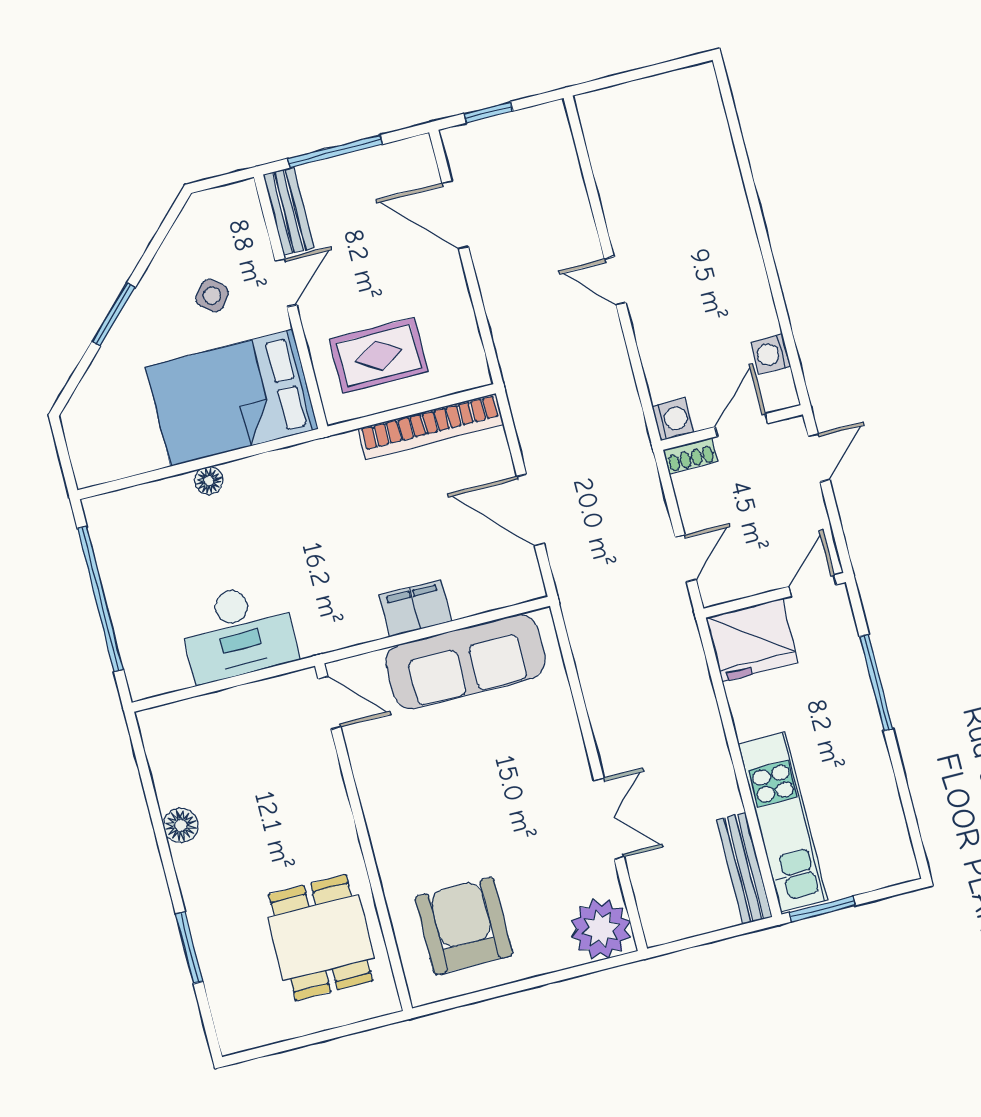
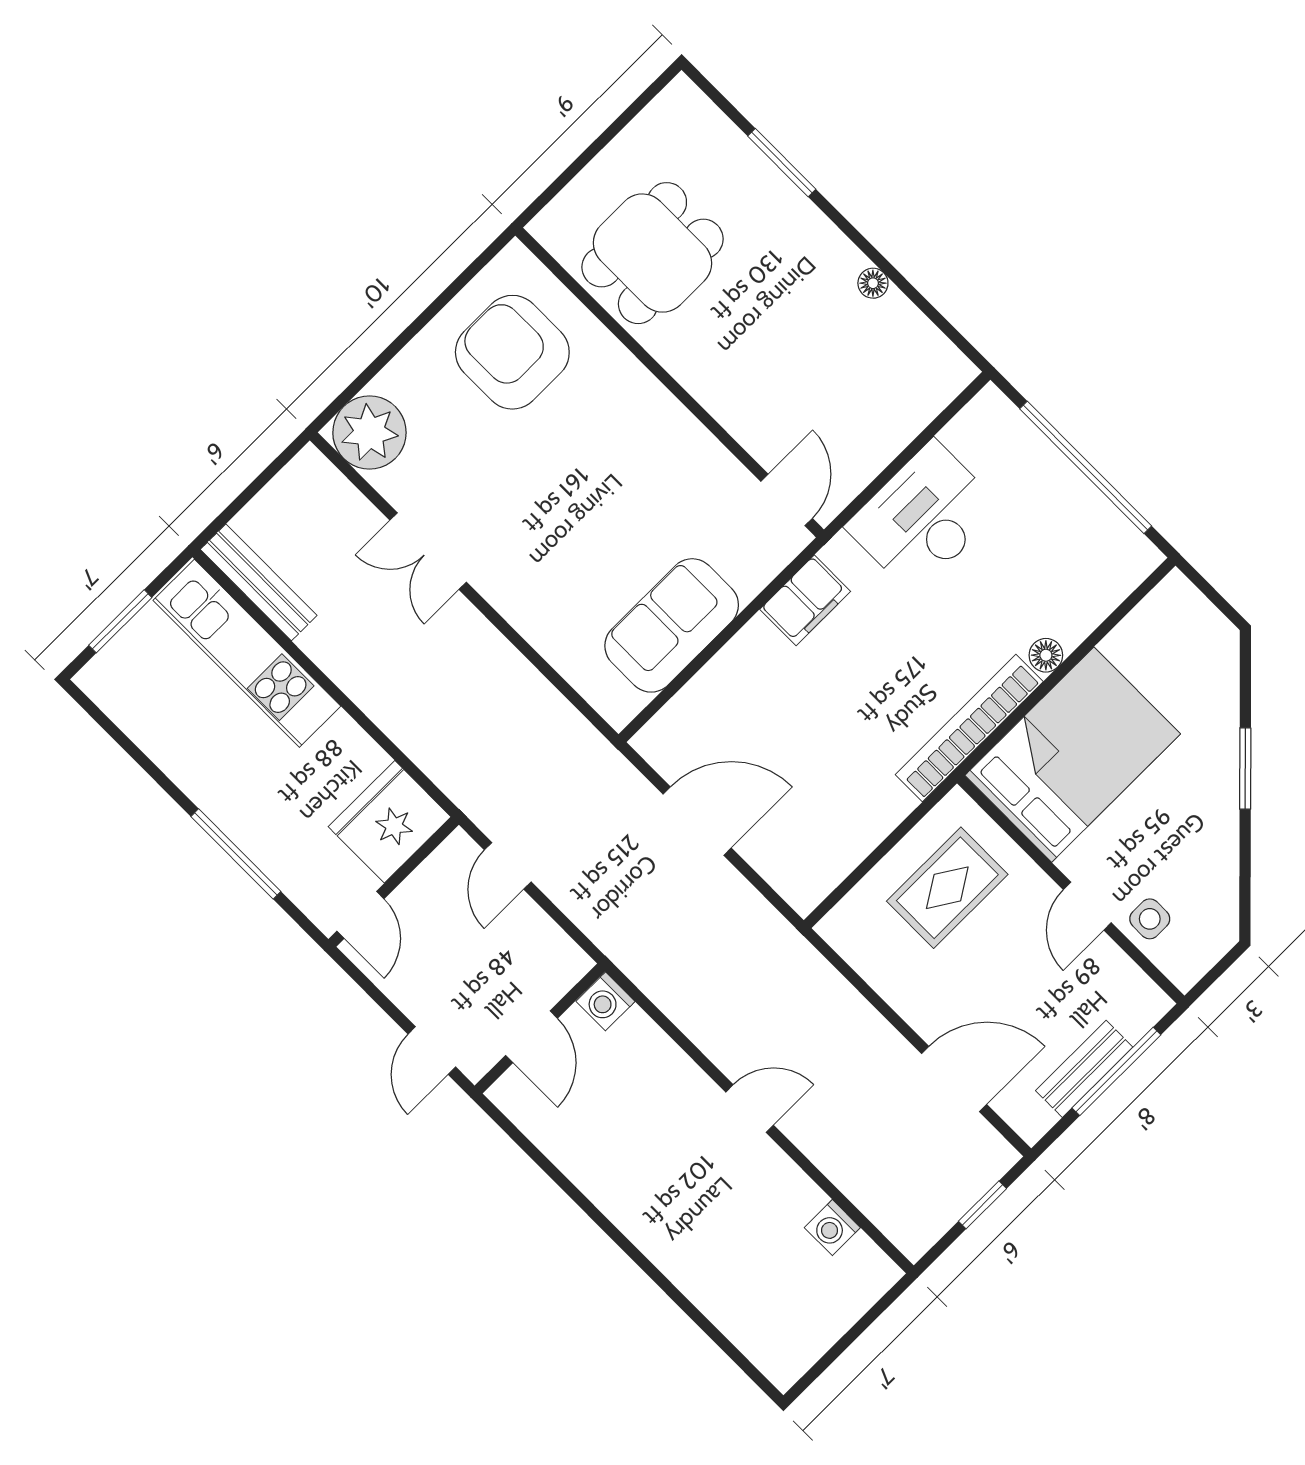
bench: (289, 211) -> (1084, 1069), moved, turned 90
side table: (212, 296) -> (1150, 919), moved, turned -37
washing machine: (771, 354) -> (832, 1228), moved, turned 180
bookcase: (431, 426) -> (969, 728), moved
shoe rack: (690, 456) -> (566, 974), removed
filing cabinet: (415, 608) -> (805, 600), moved
sofa: (465, 662) -> (672, 625), width x0.73
door: (329, 703) -> (787, 500), swing flipped
floor lamp: (181, 825) -> (873, 283), width x0.73, depth x0.73
window: (822, 909) -> (120, 621), moved
armchair: (464, 926) -> (512, 352), turned 180
dining table: (321, 938) -> (652, 253), turned 90

